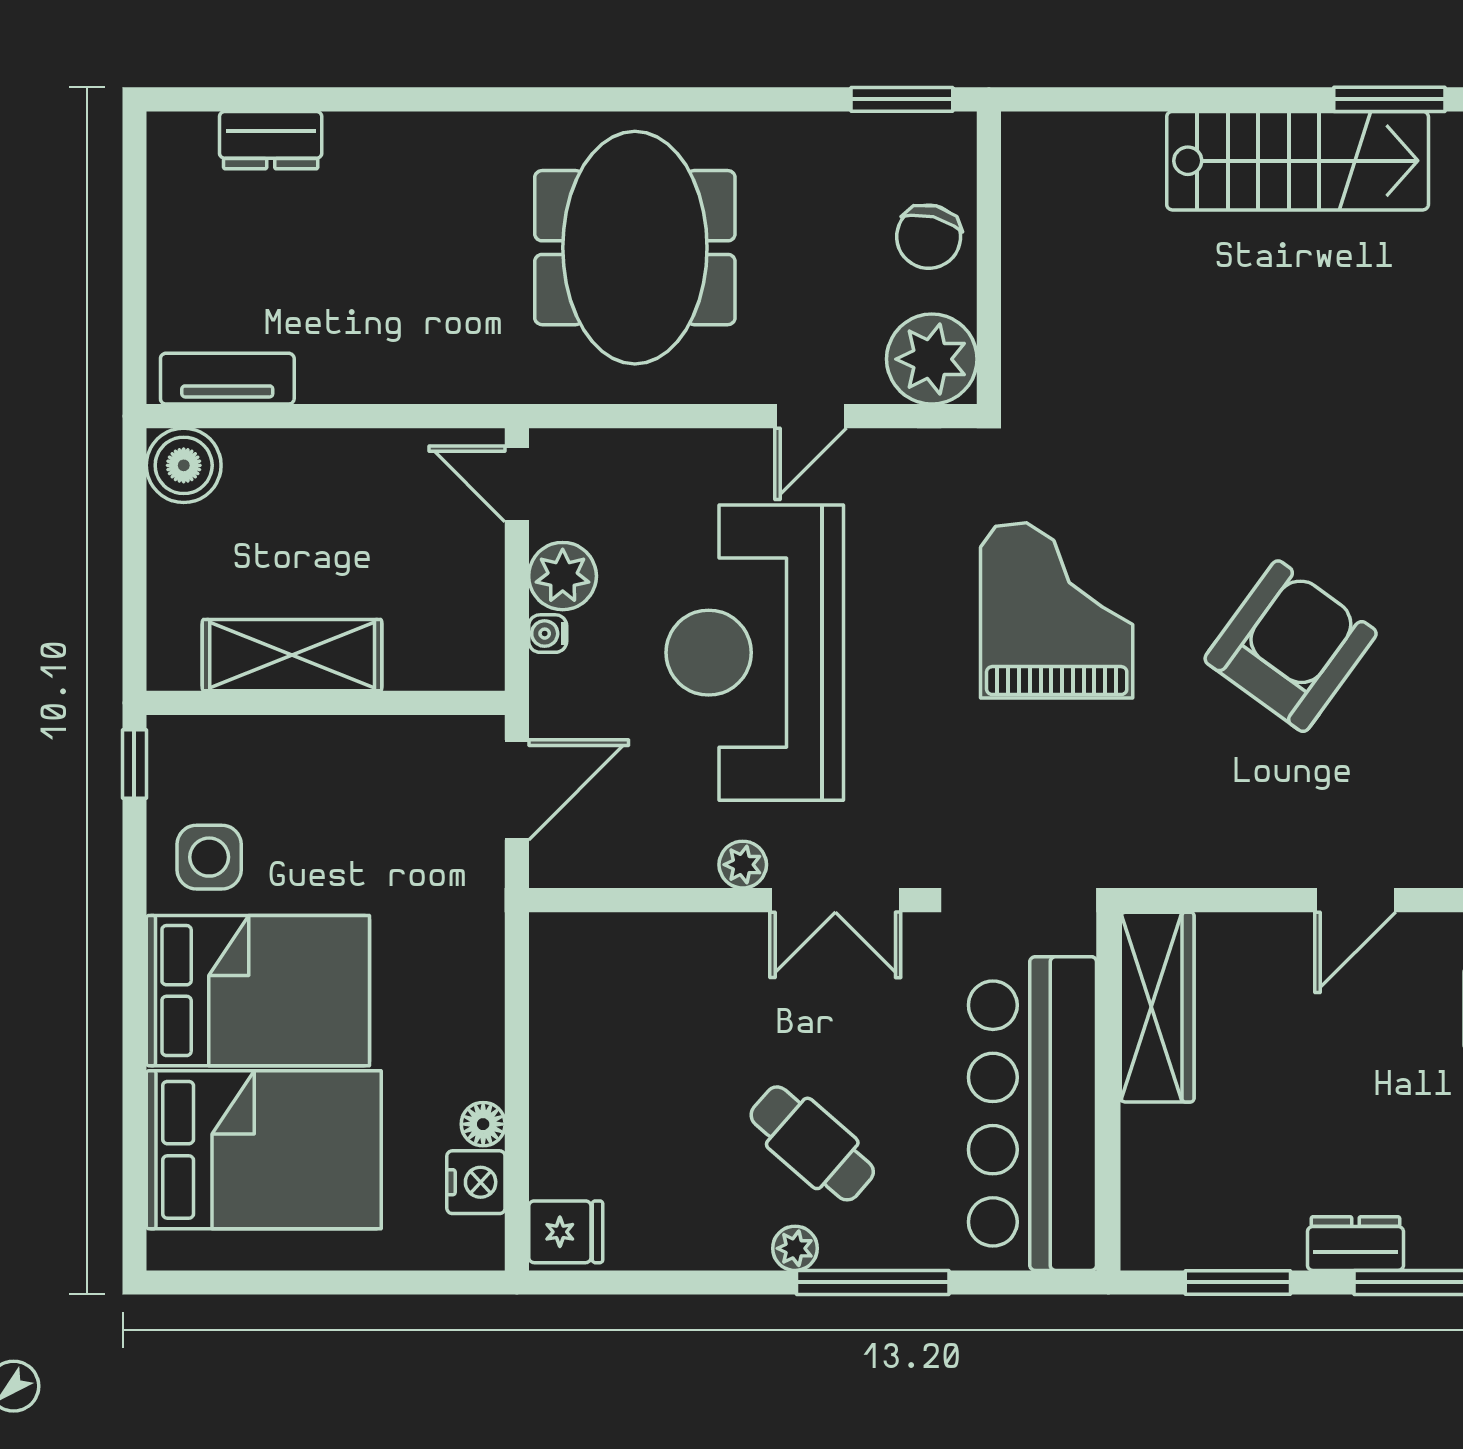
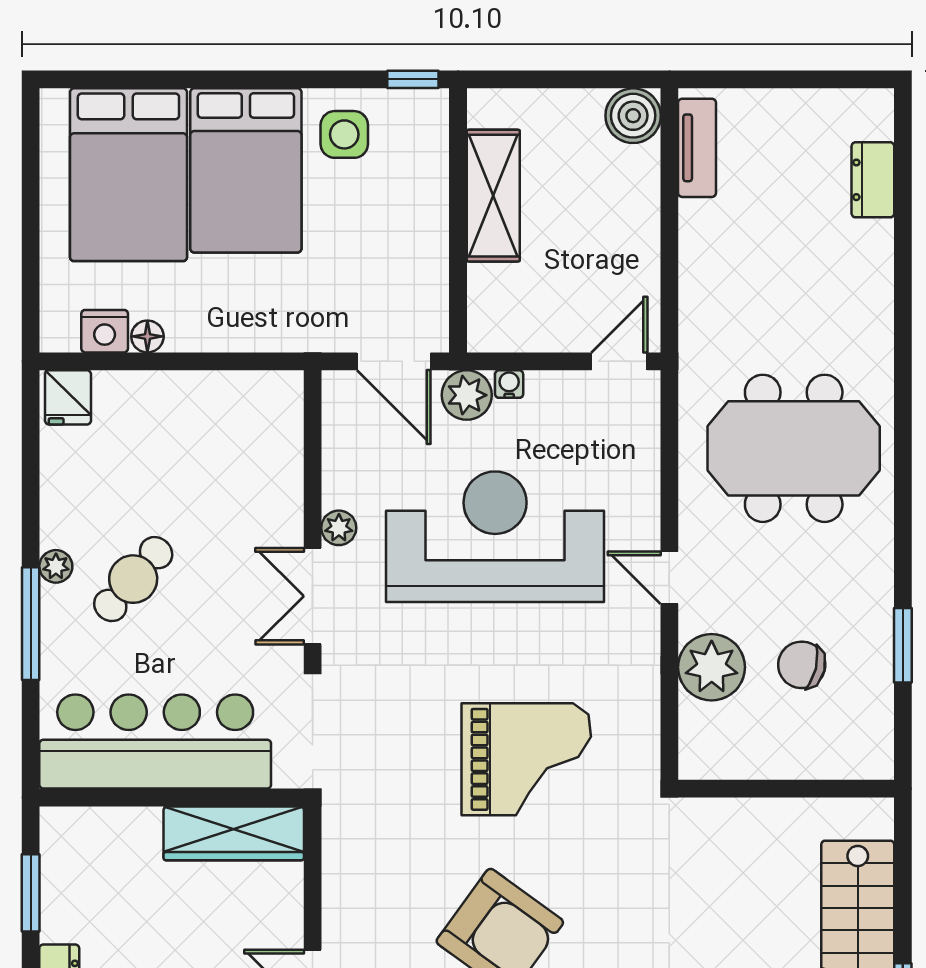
wall: (989, 258) -> (786, 789), moved
plant: (563, 576) -> (467, 395), moved

